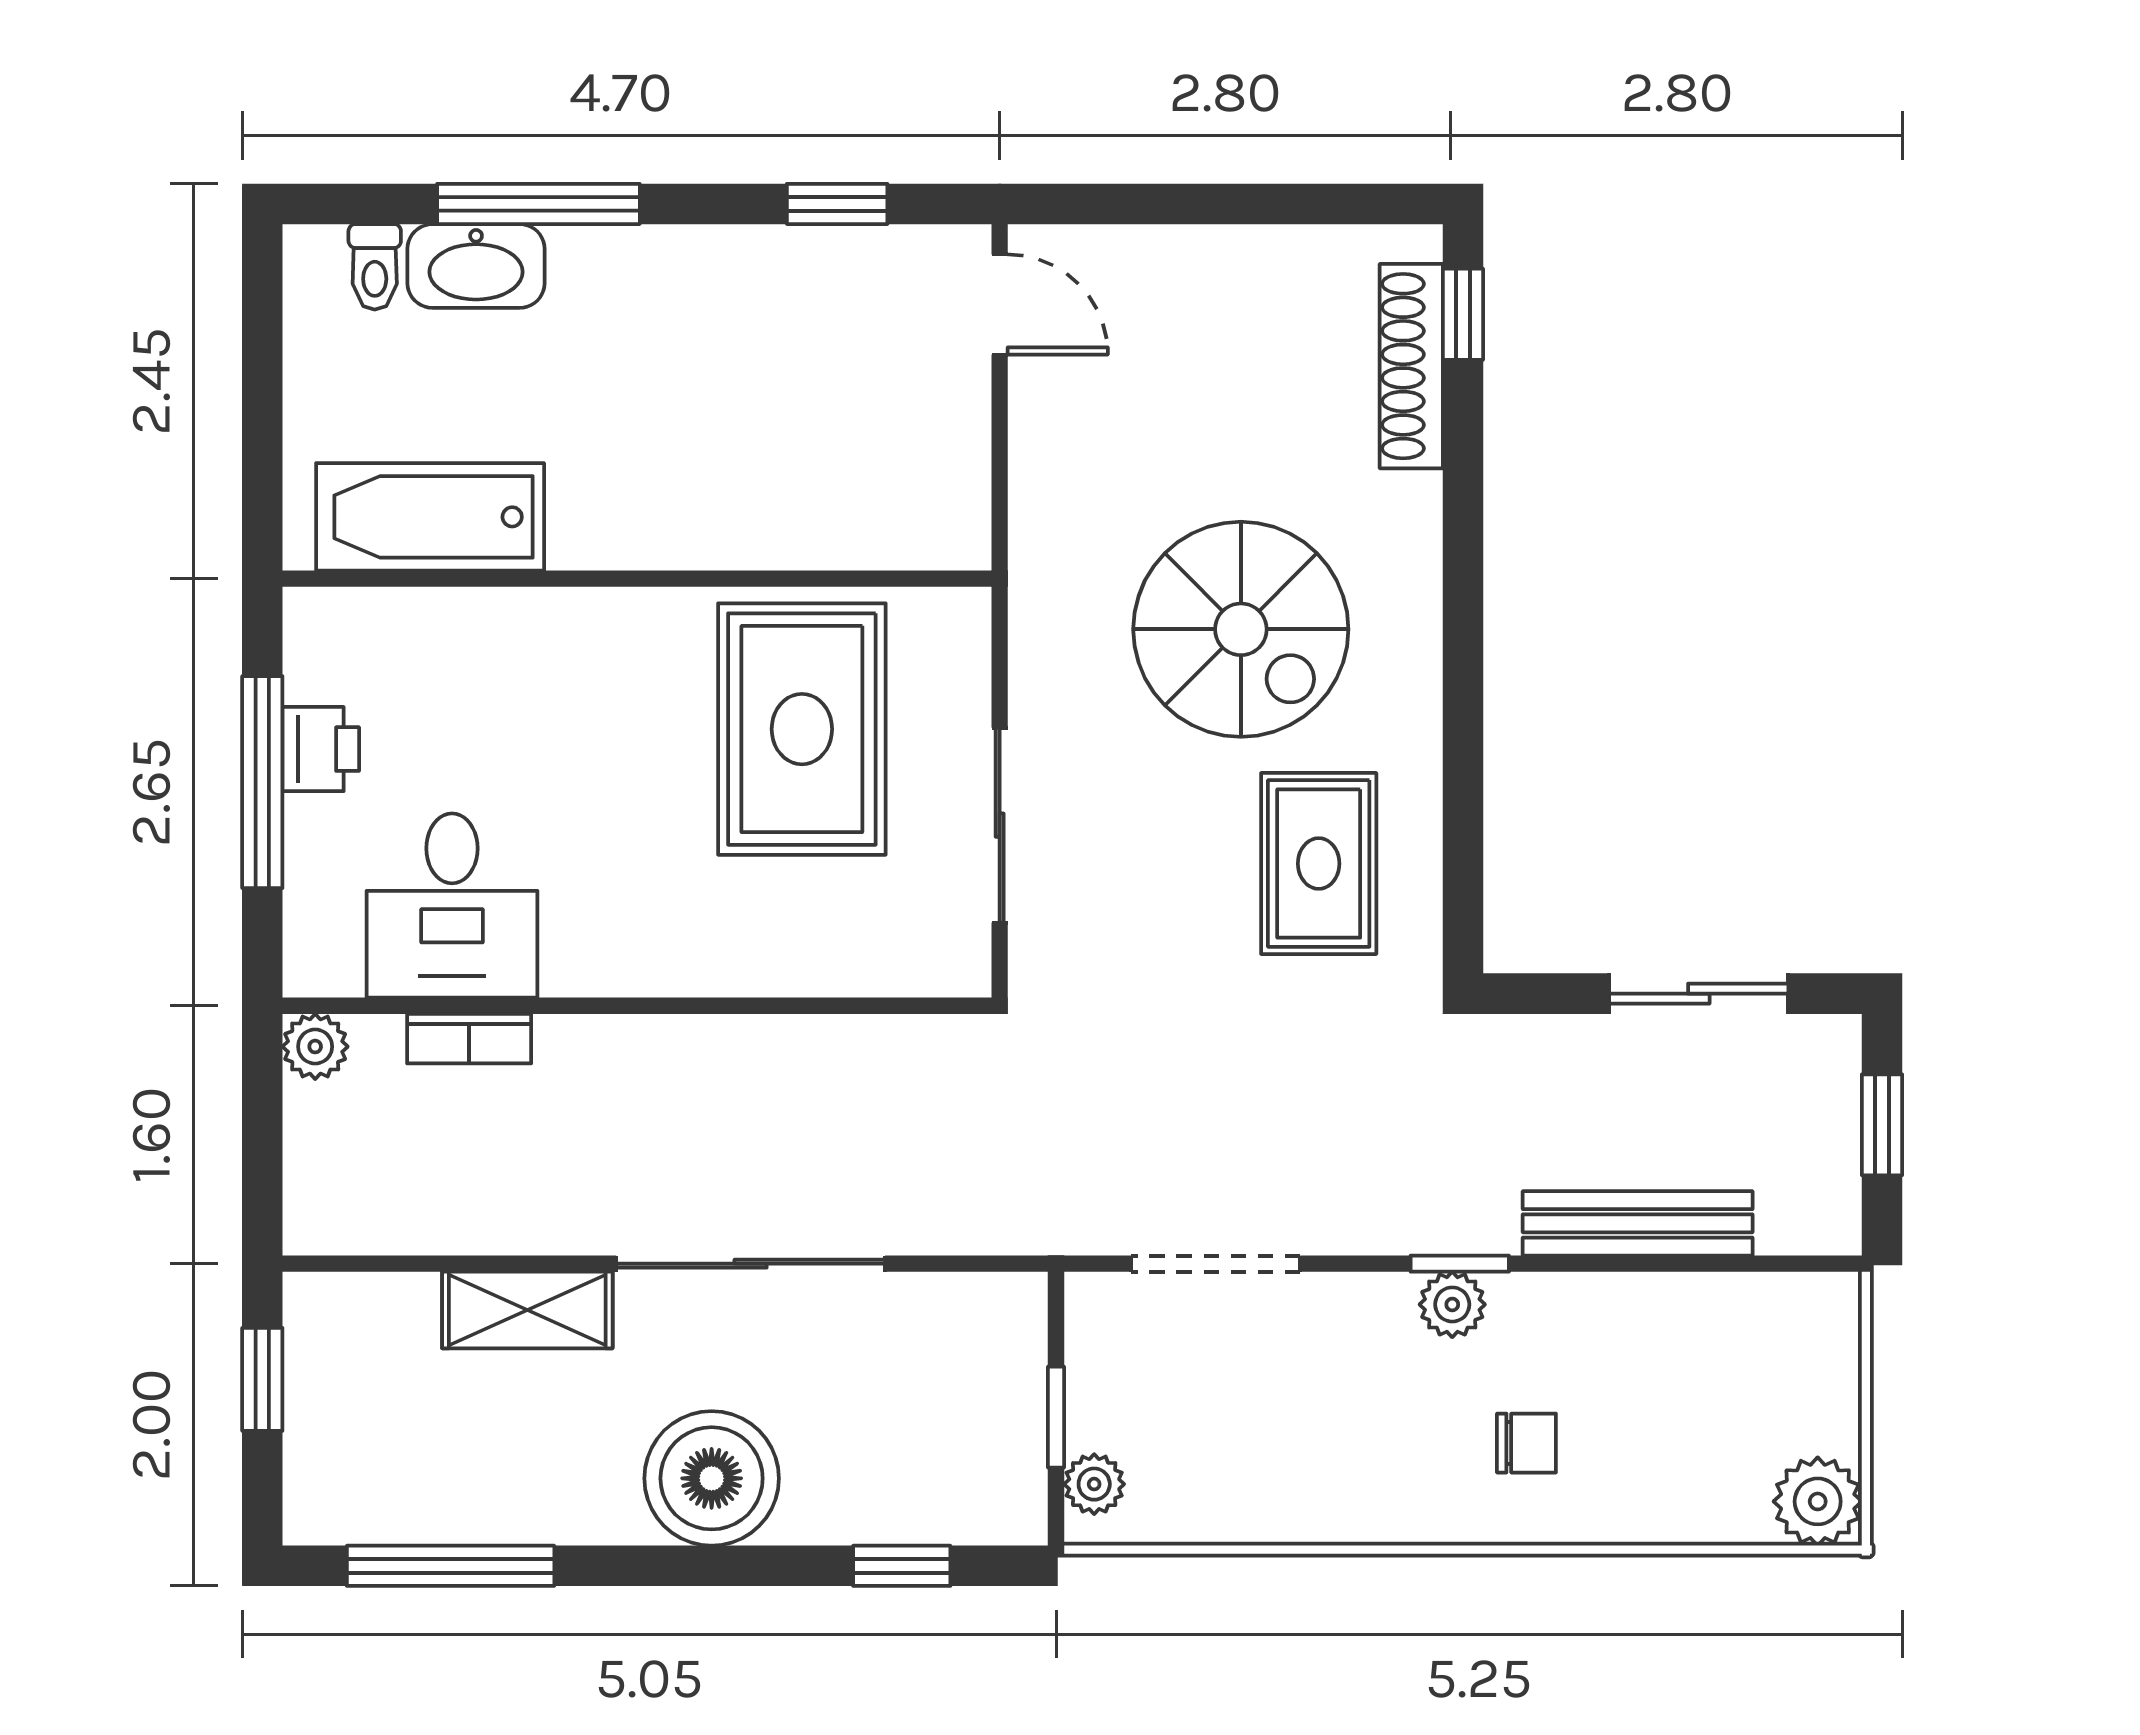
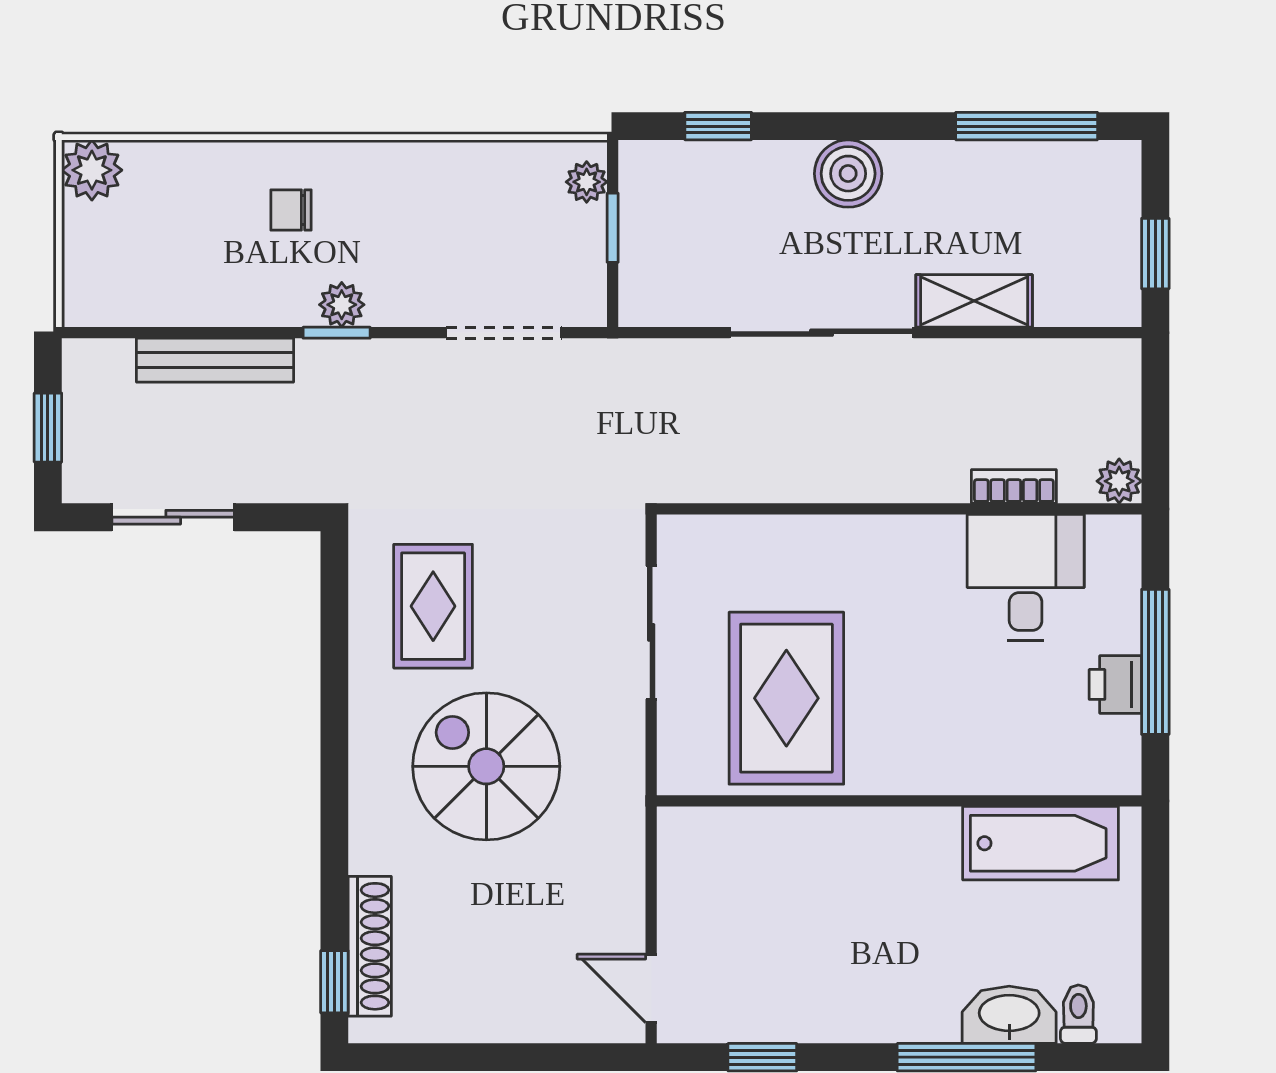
boiler: (712, 1478) -> (848, 174), width x0.73, depth x0.73

